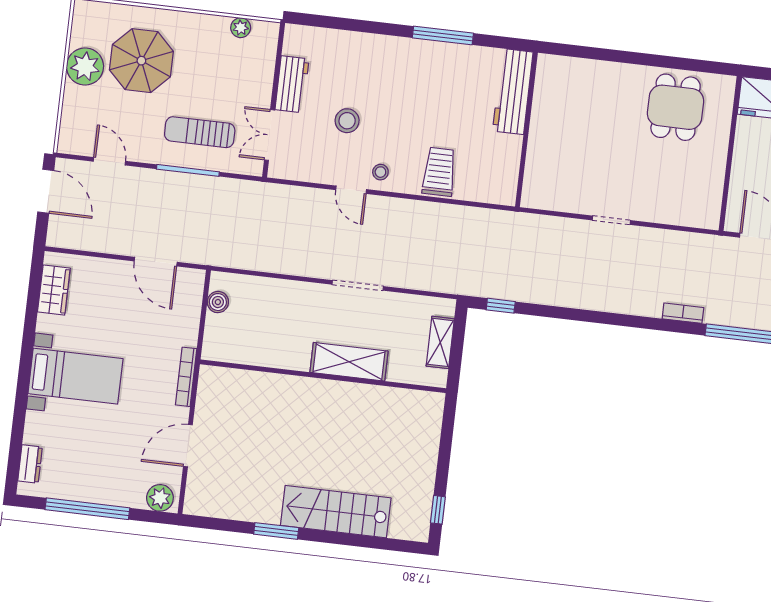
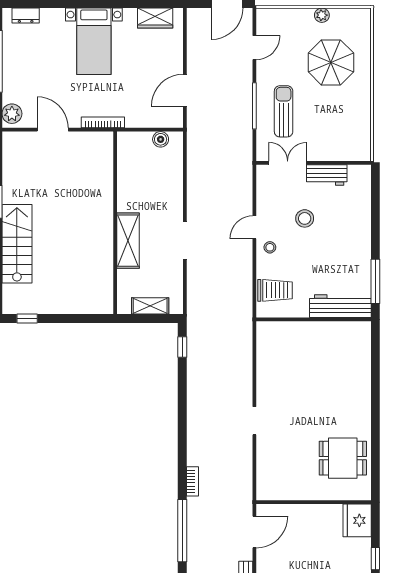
plant: (241, 28) -> (364, 132), removed
plant: (85, 66) -> (322, 15), width x0.53, depth x0.53
workbench: (513, 92) -> (340, 306), moved
wall: (526, 130) -> (314, 319), moved

